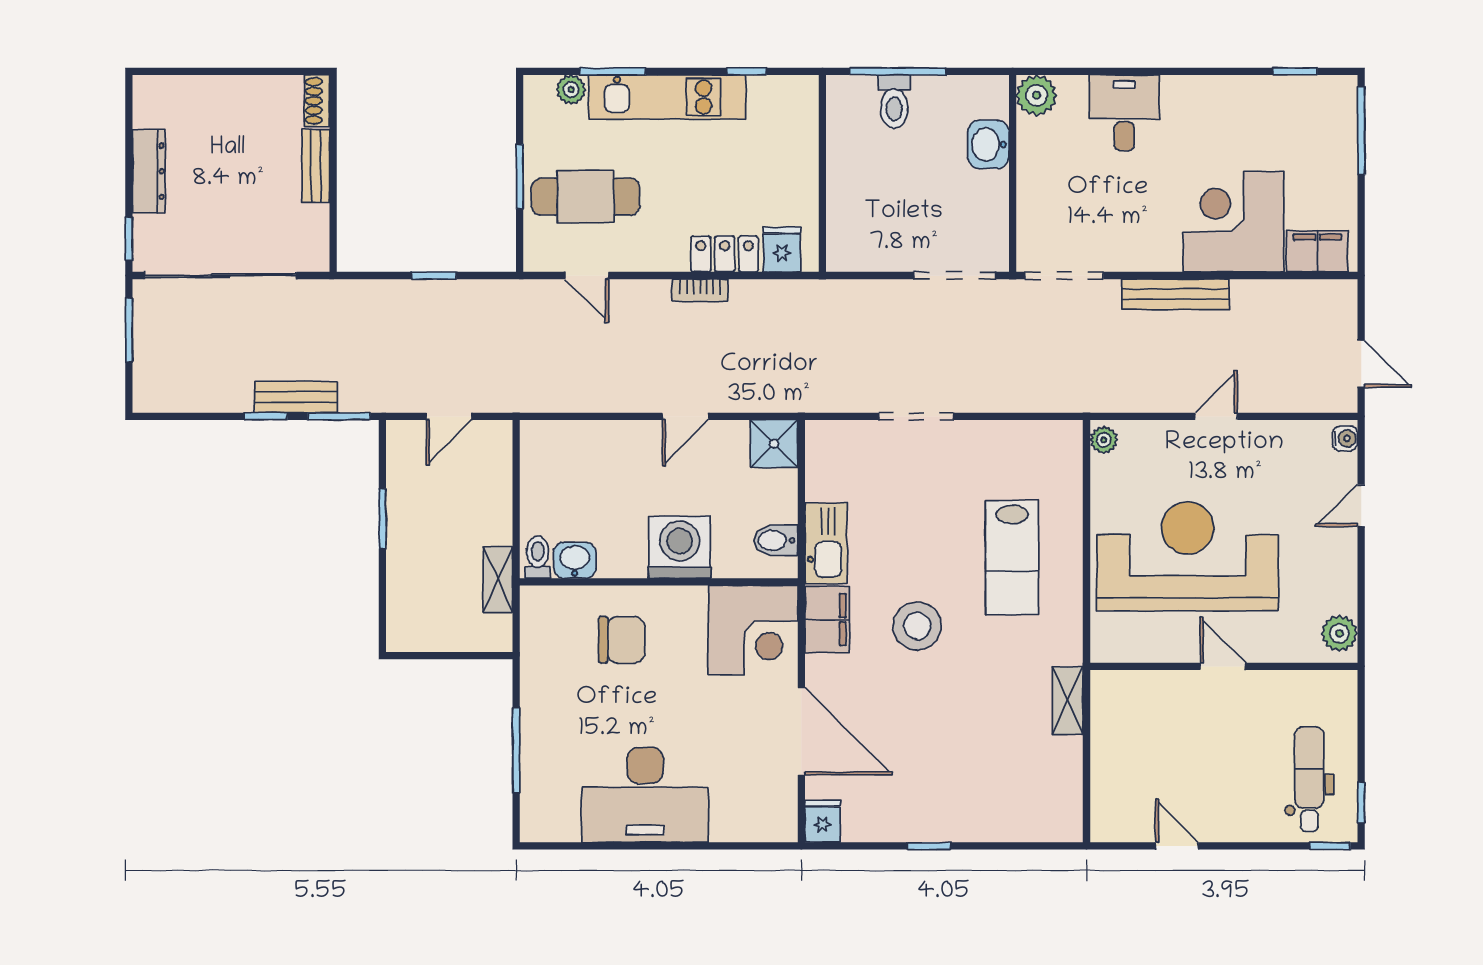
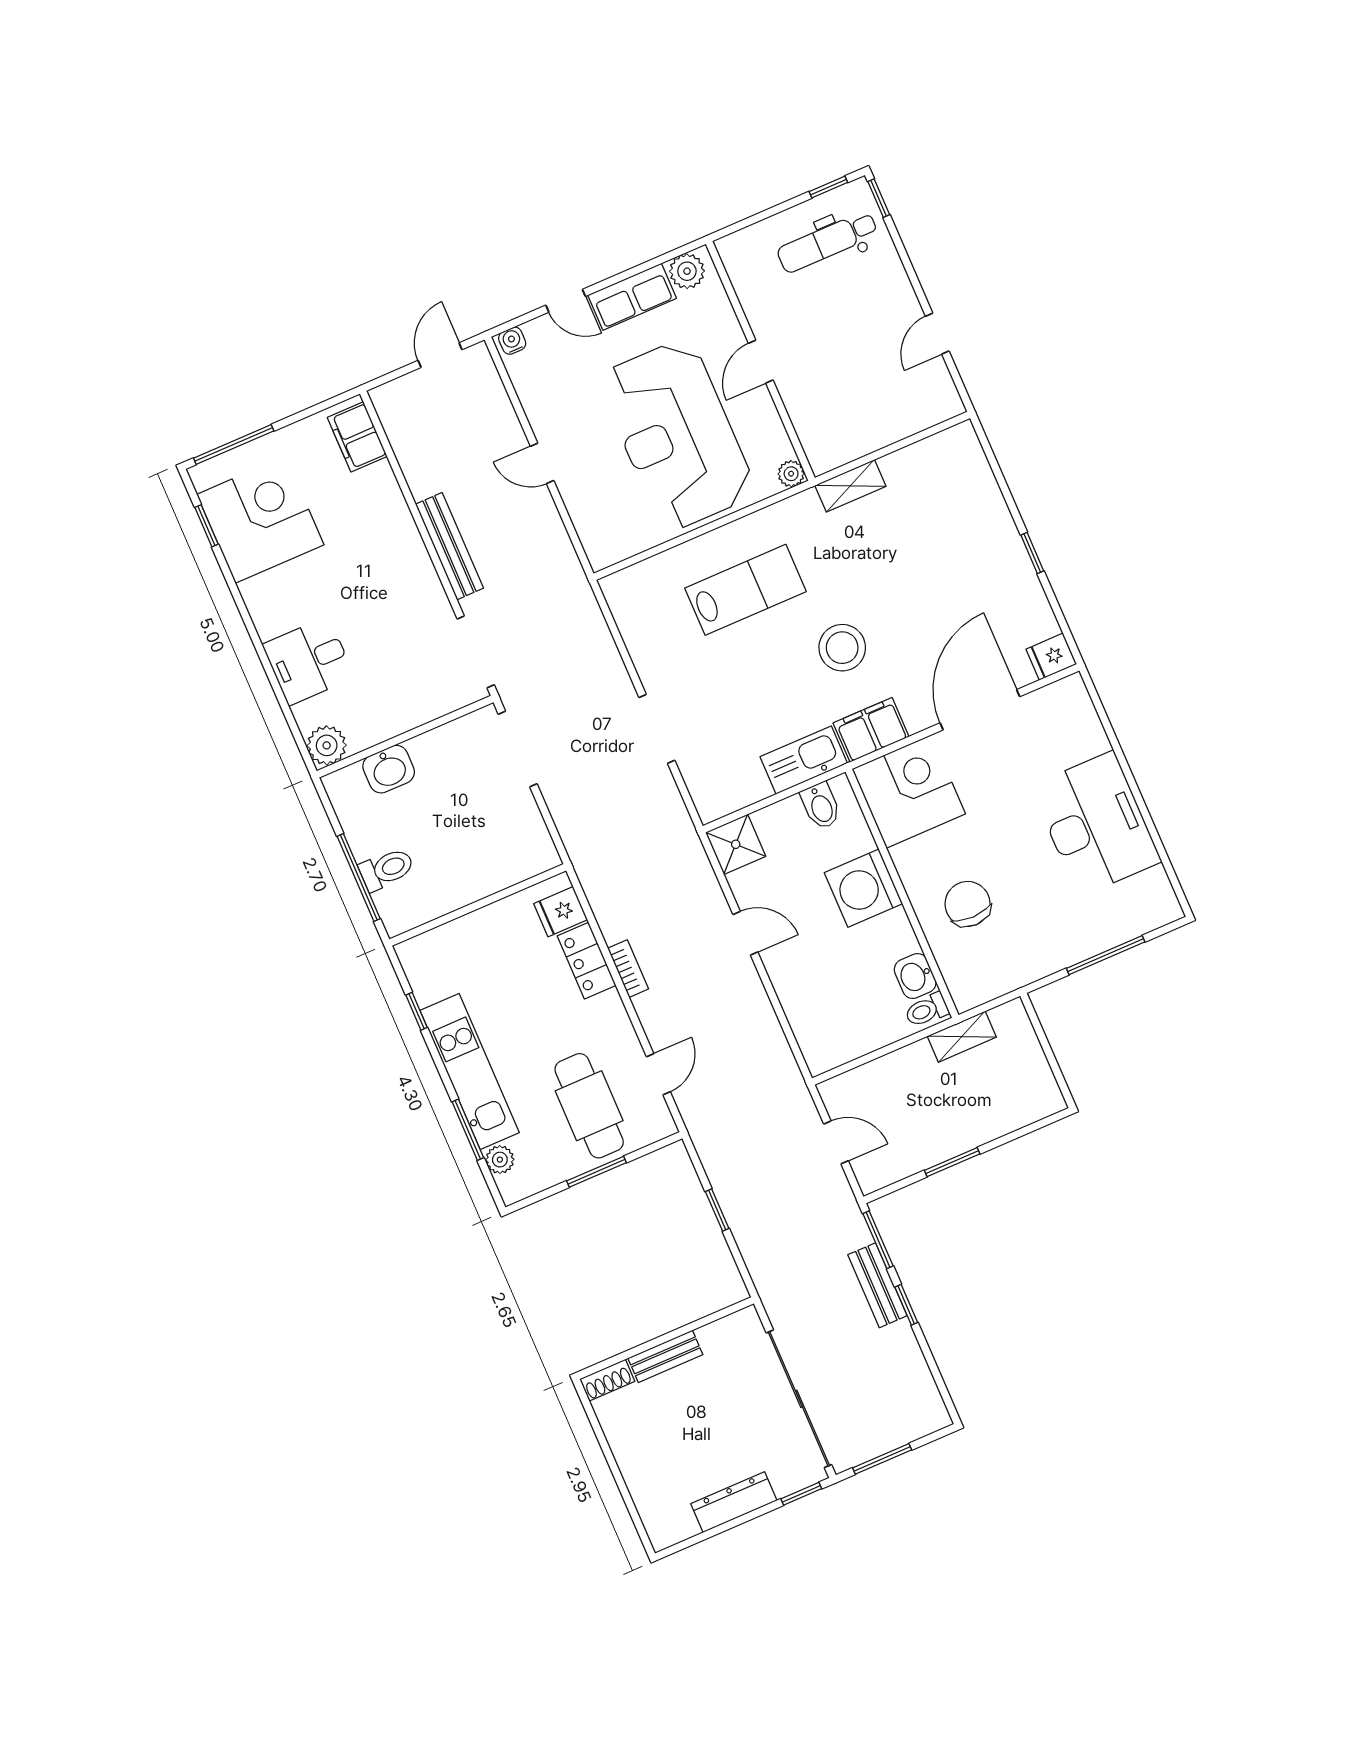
corner desk: (1233, 222) -> (260, 520), moved, turned 180
plant: (1104, 440) -> (791, 474), moved
row of seats: (1338, 571) -> (632, 297), added

